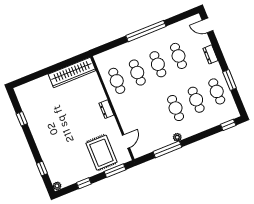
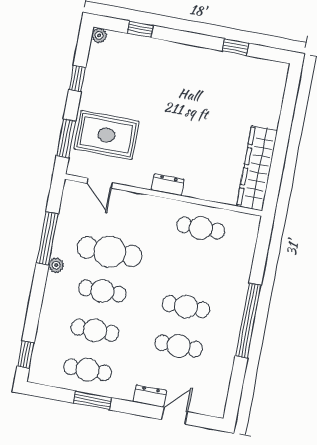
door: (208, 25) -> (175, 416), moved
cafe table: (137, 73) -> (110, 252), moved, width x1.37, depth x1.35

